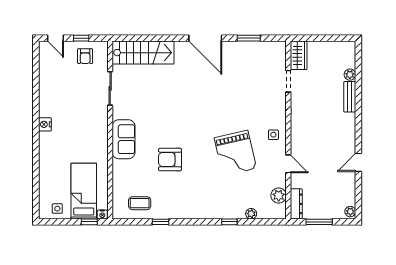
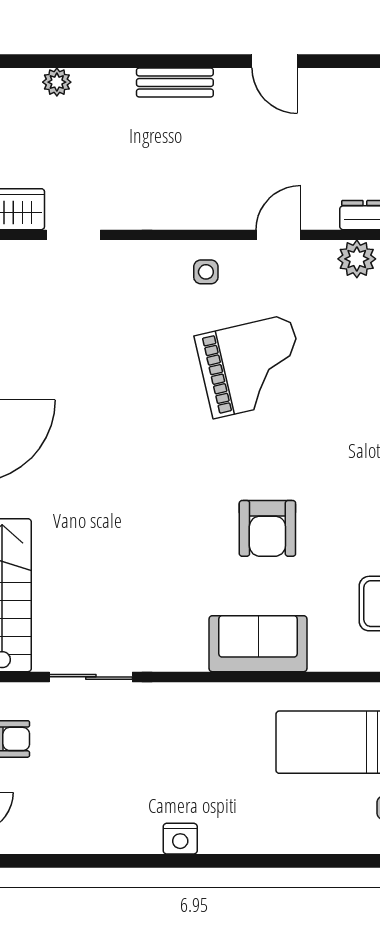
bench: (350, 97) -> (175, 82), moved
sofa: (123, 139) -> (258, 644), moved

